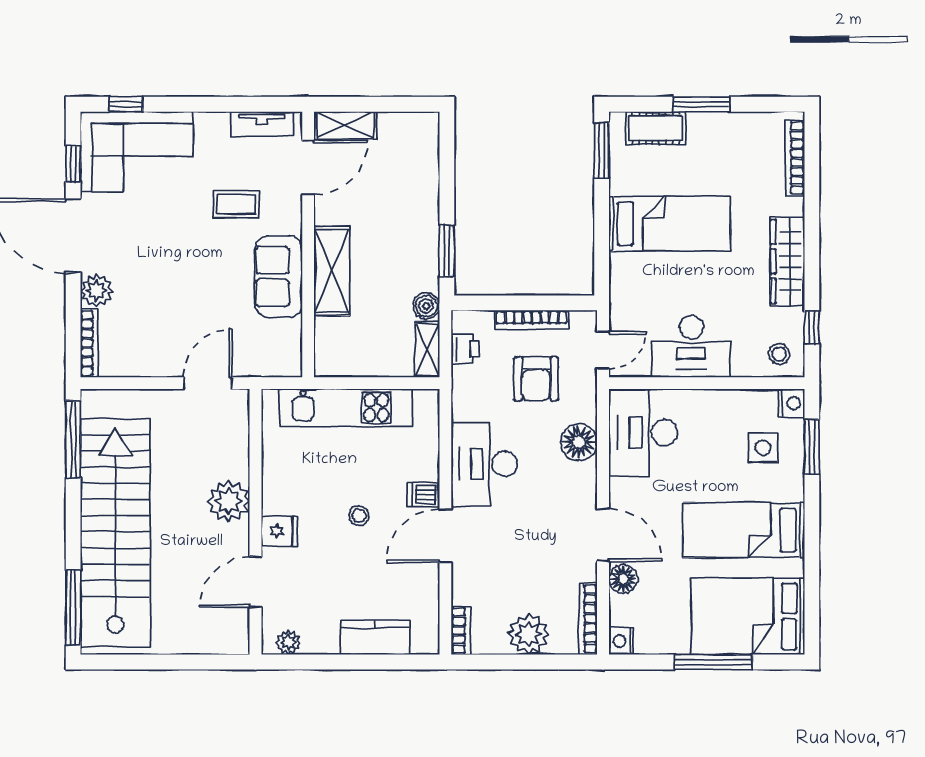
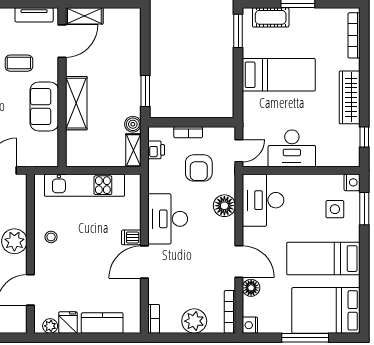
bookcase: (532, 320) -> (188, 132), width x0.64
stool: (779, 354) -> (345, 153), removed
stool: (359, 516) -> (51, 237), moved
fridge: (280, 531) -> (68, 322), moved, turned -90

